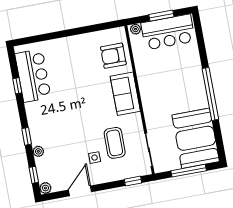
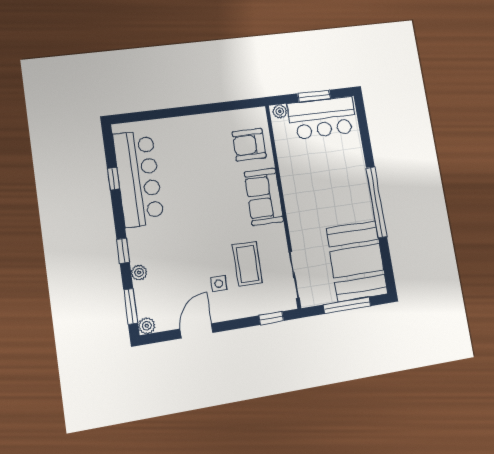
bar counter: (33, 76) -> (138, 178), width x1.36
window: (34, 175) -> (131, 306), width x1.50

